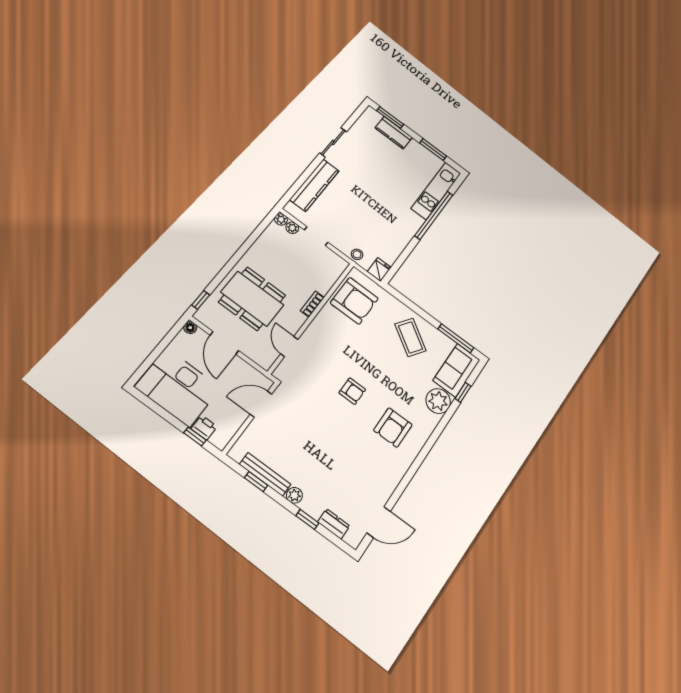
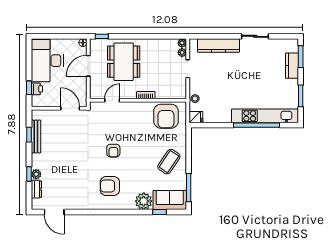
kitchen unit: (436, 191) -> (265, 116), width x1.36
plant: (294, 495) -> (36, 174), moved

